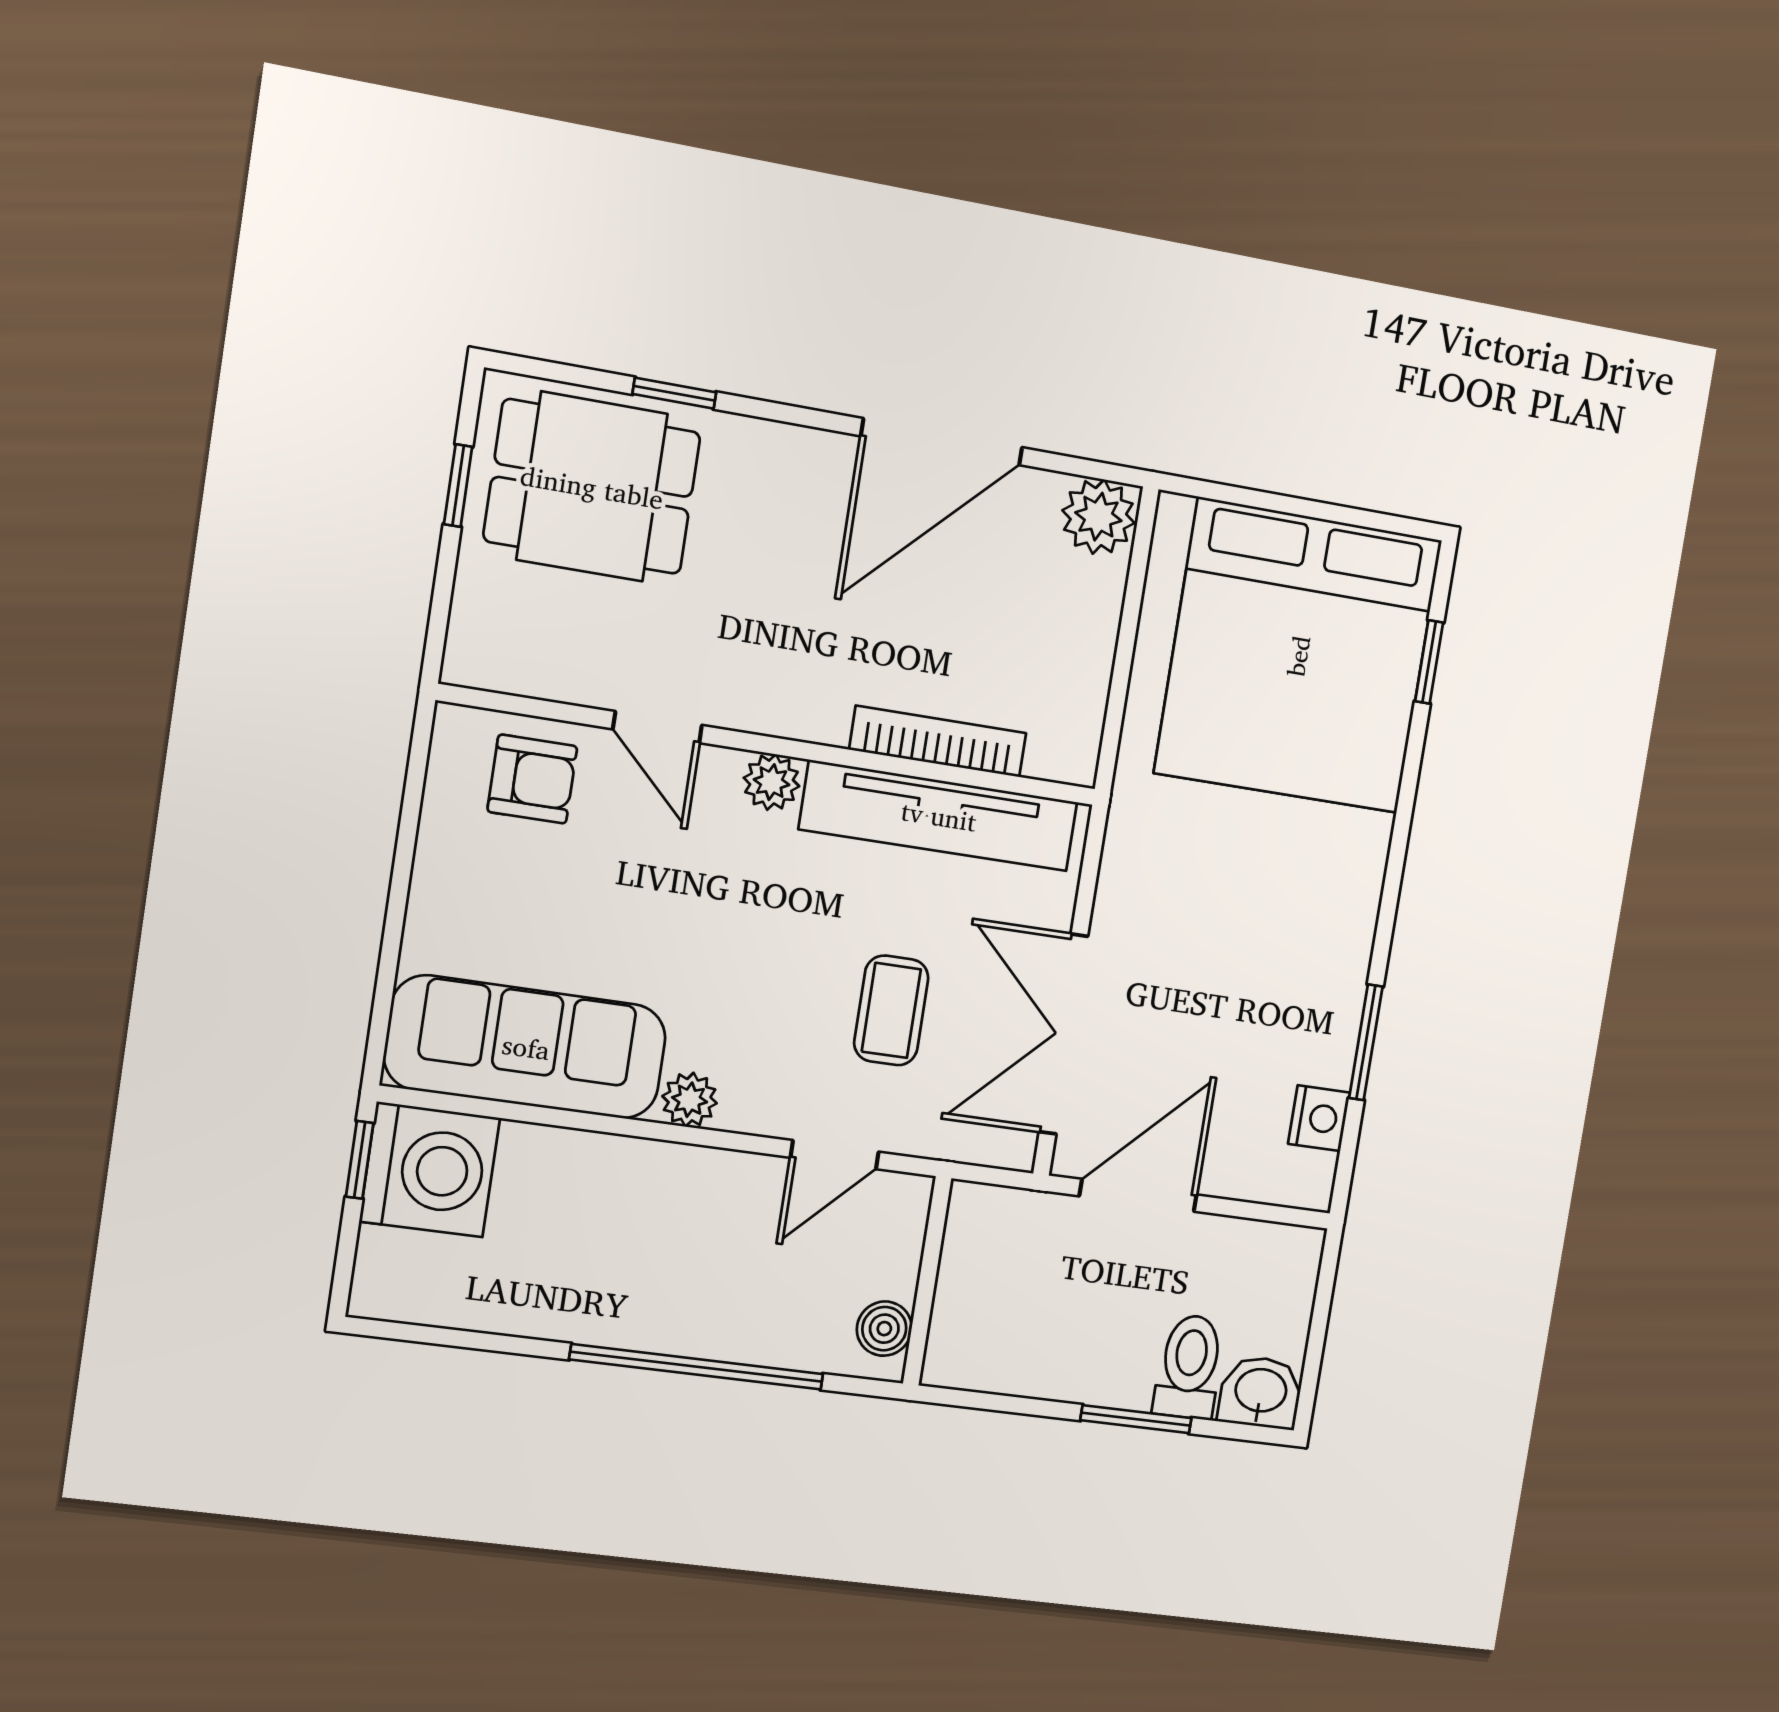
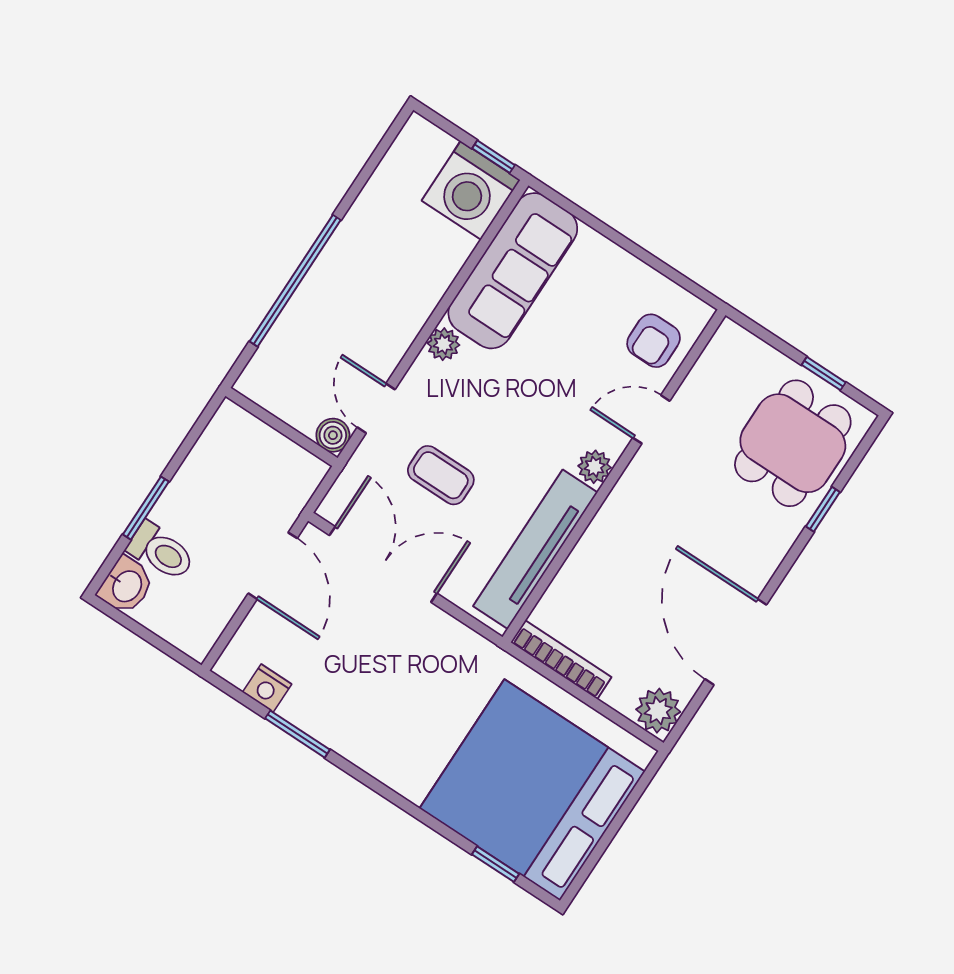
bookcase: (938, 741) -> (561, 660), moved, turned -90
boiler: (884, 1329) -> (333, 435), moved

